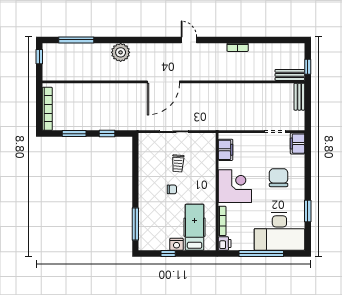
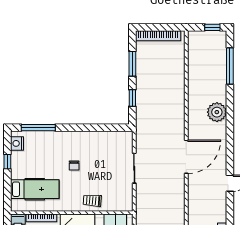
door: (163, 82) -> (186, 157), swing flipped
trolley: (178, 163) -> (92, 201), moved
nightstand: (176, 244) -> (17, 143), moved

